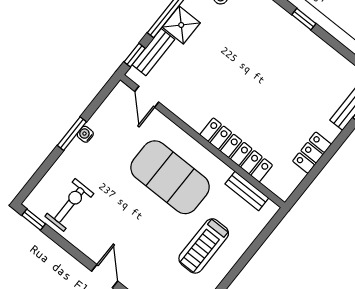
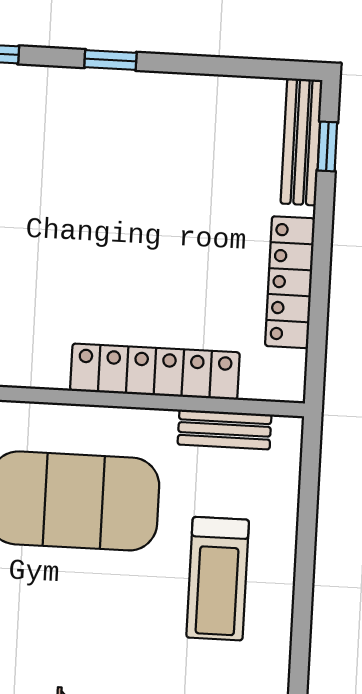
locker: (312, 153) -> (290, 282), width x1.53

